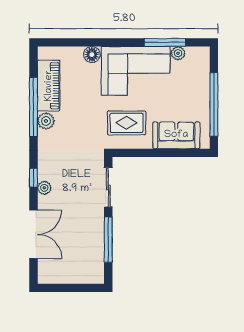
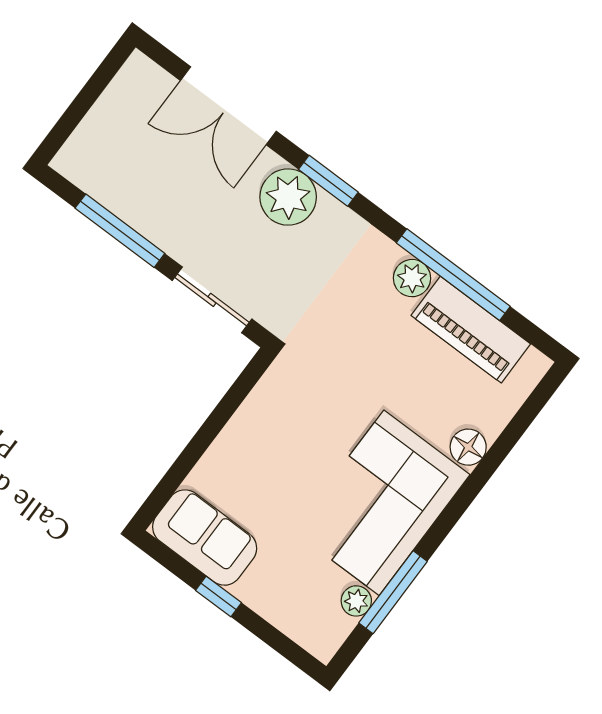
window: (214, 104) -> (219, 596), width x0.32
rug: (127, 123) -> (302, 418), removed
sofa: (176, 135) -> (205, 538), moved, turned -90
window: (33, 178) -> (328, 181), width x1.50
plant: (44, 188) -> (288, 197), width x1.87, depth x1.87

